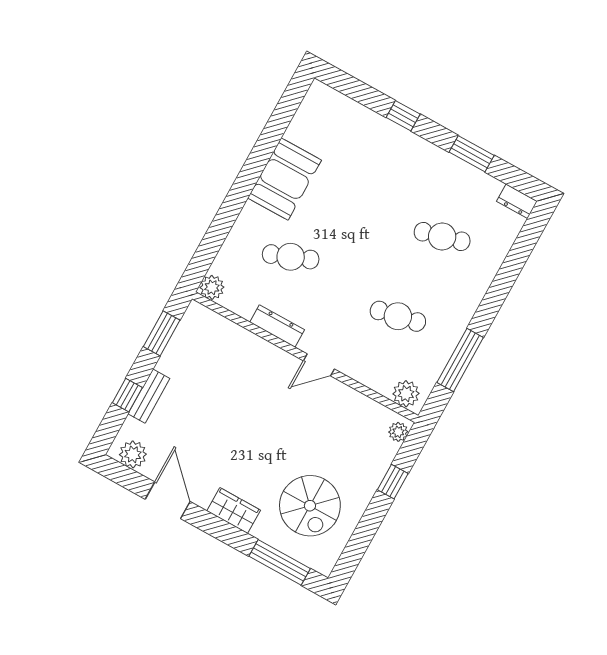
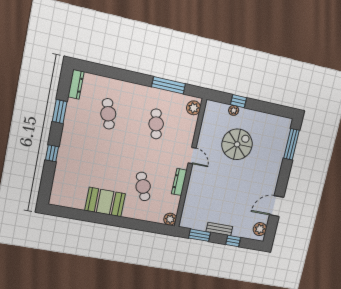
dresser: (517, 201) -> (76, 84), width x1.44
bench: (149, 396) -> (219, 229), moved
plant: (398, 432) -> (234, 110), moved
spiral stairs: (310, 506) -> (237, 144), moved
wardrobe: (234, 511) -> (273, 174), removed

